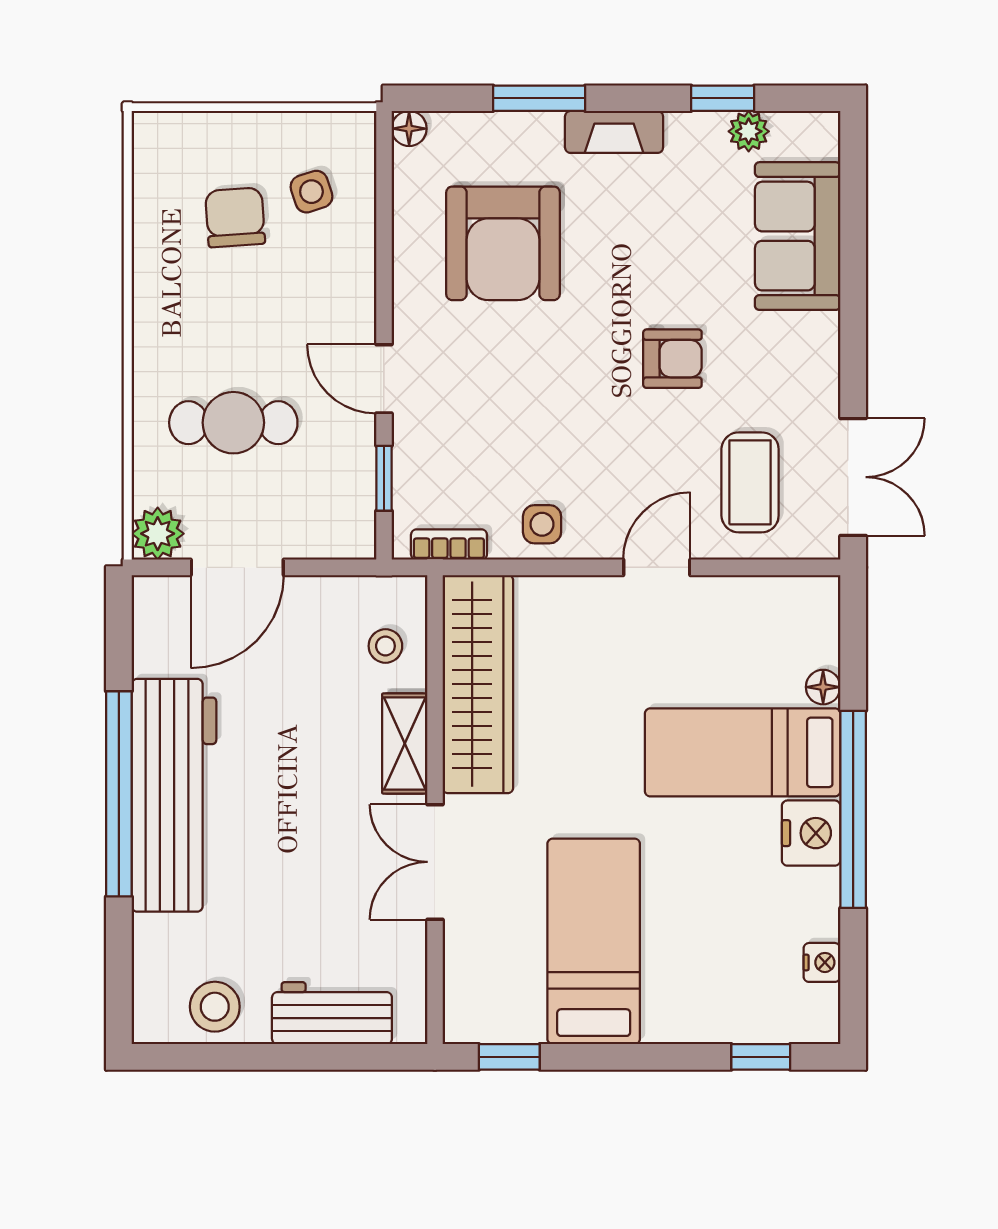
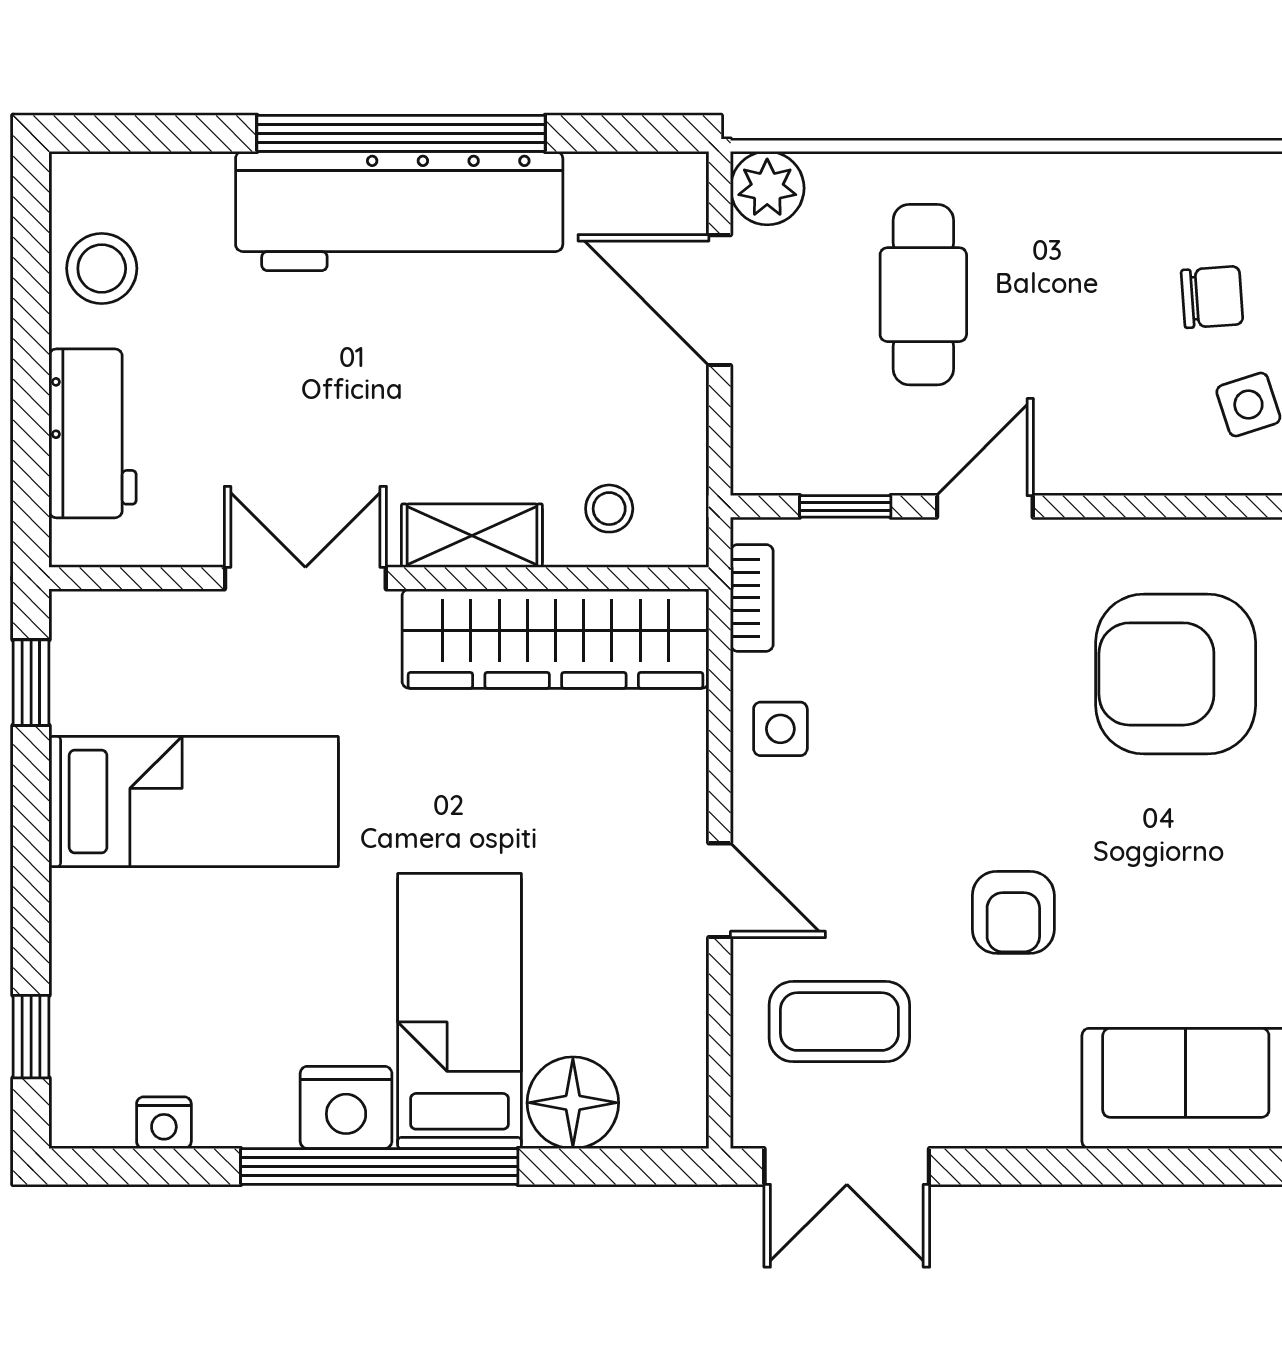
chair: (235, 217) -> (1212, 297), width x0.73, depth x0.73
floor lamp: (823, 687) -> (573, 1103), width x1.89, depth x1.89

